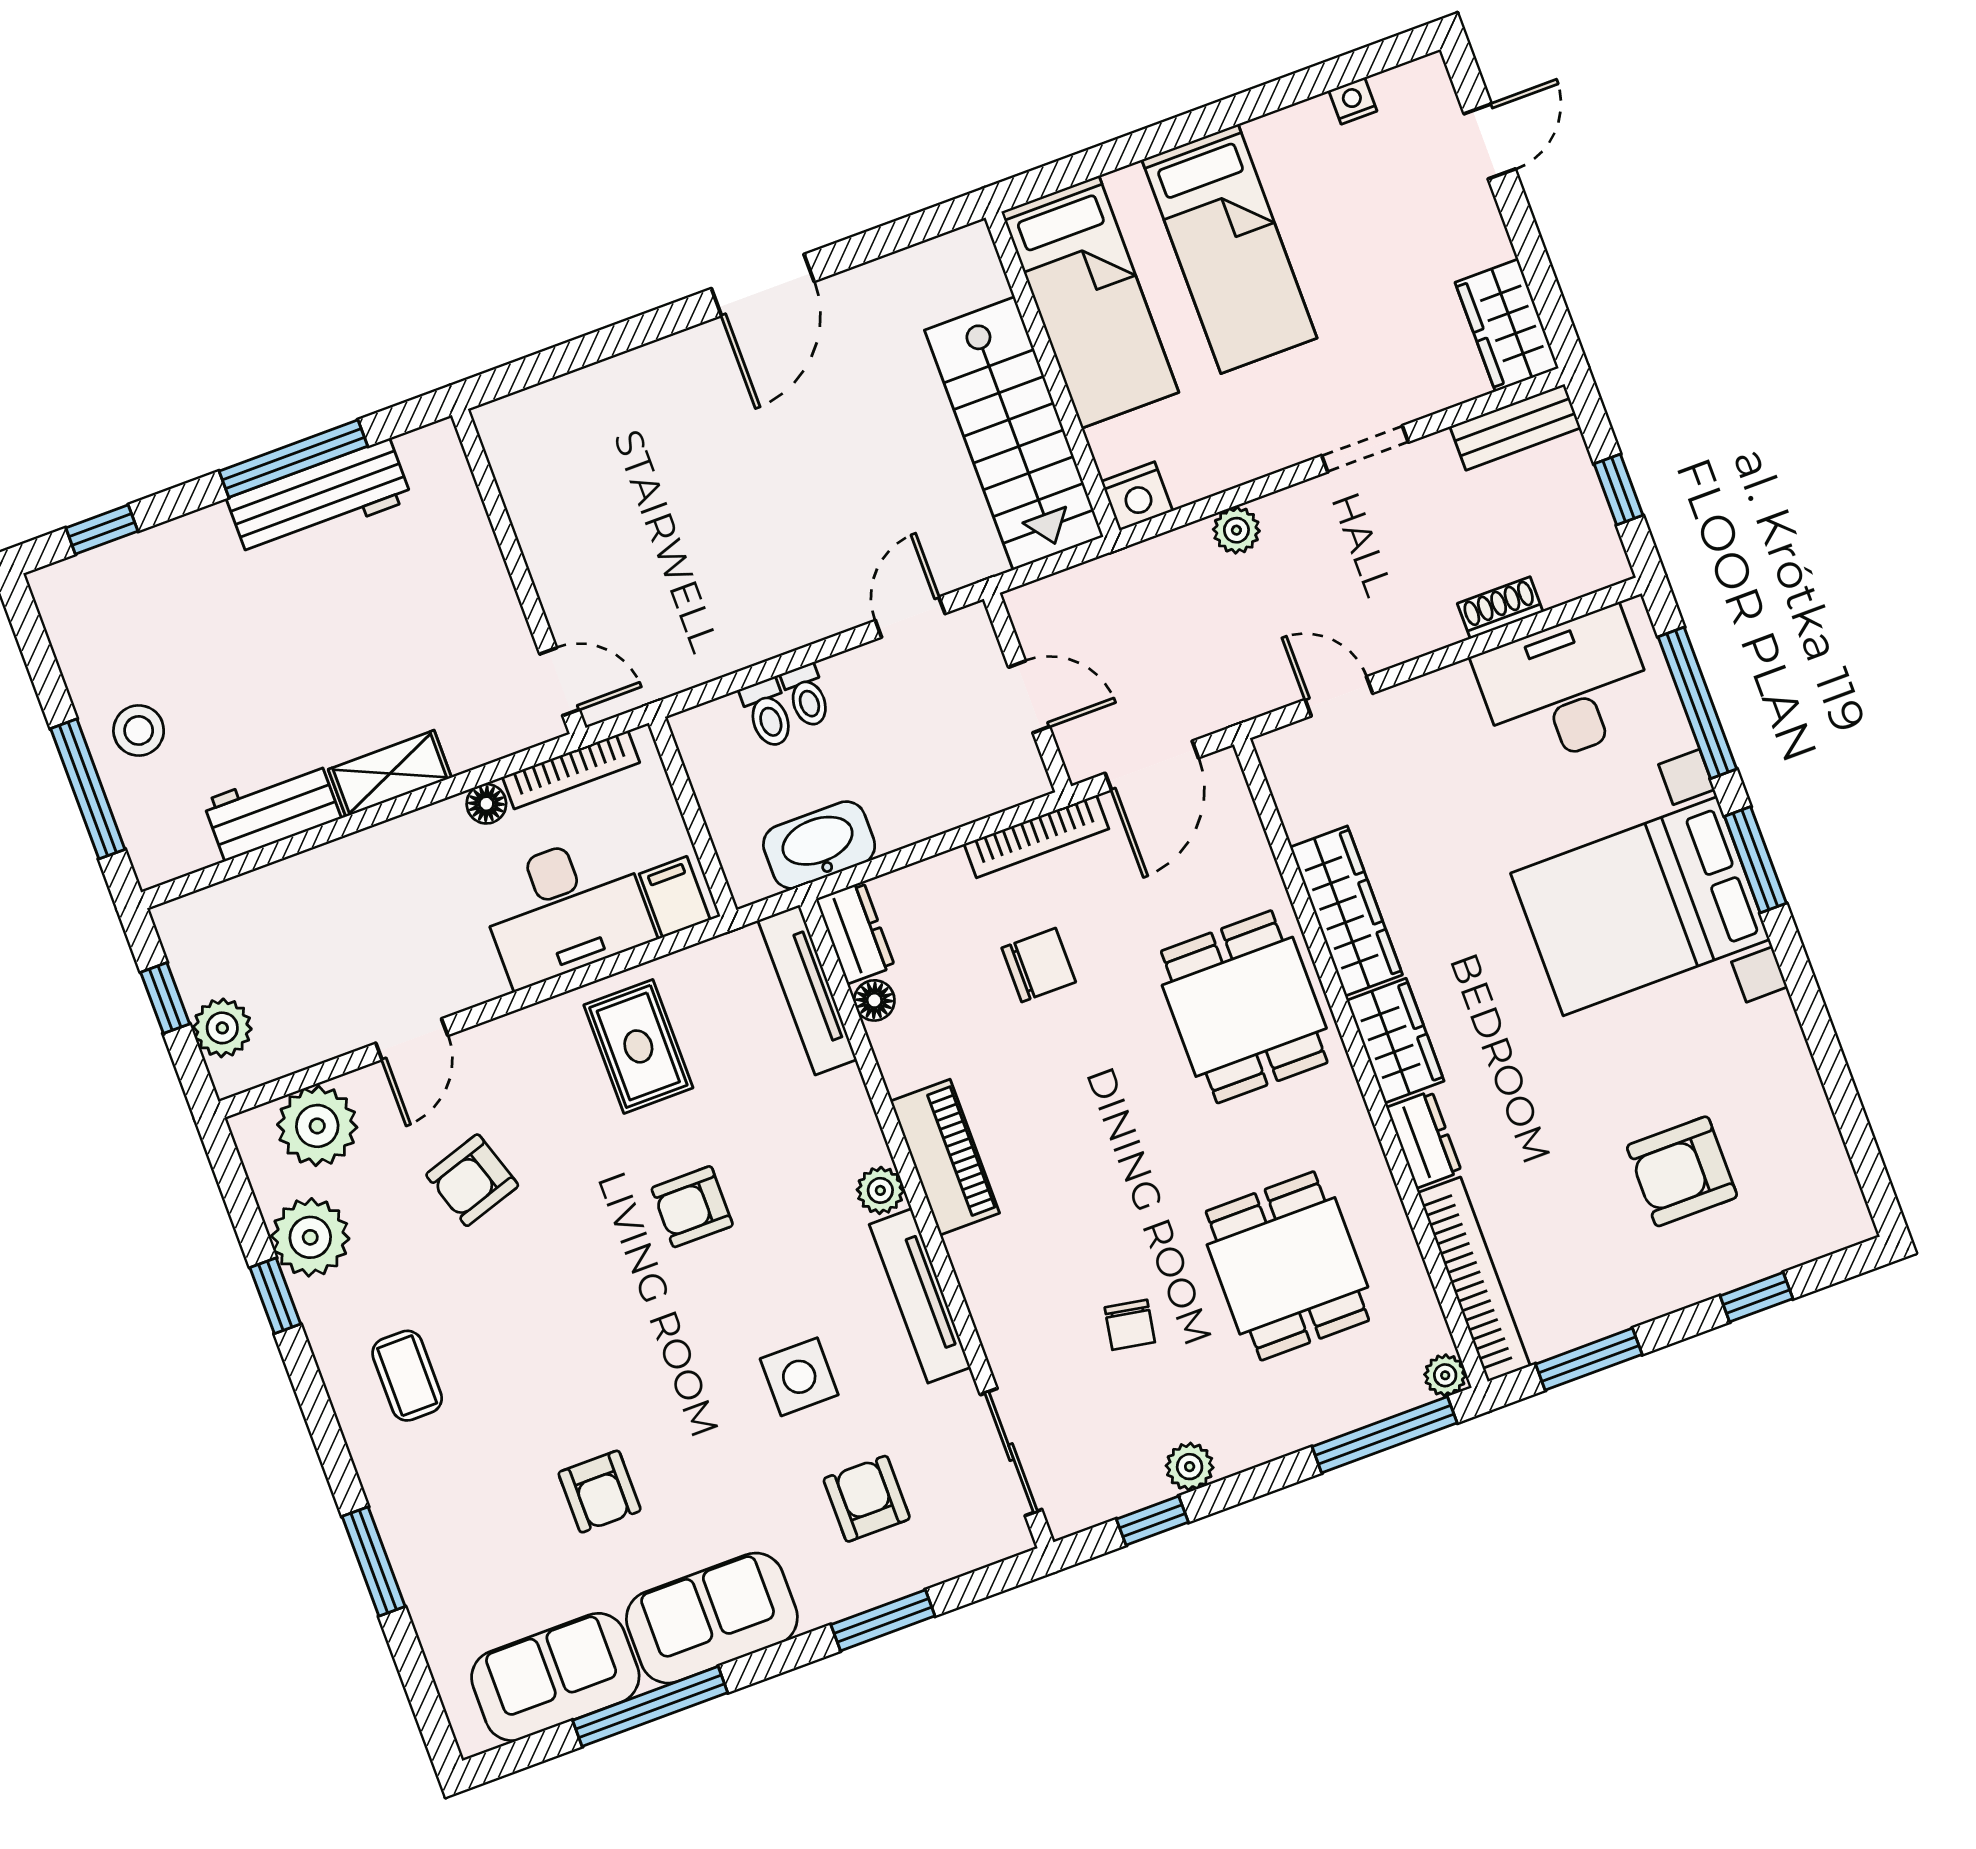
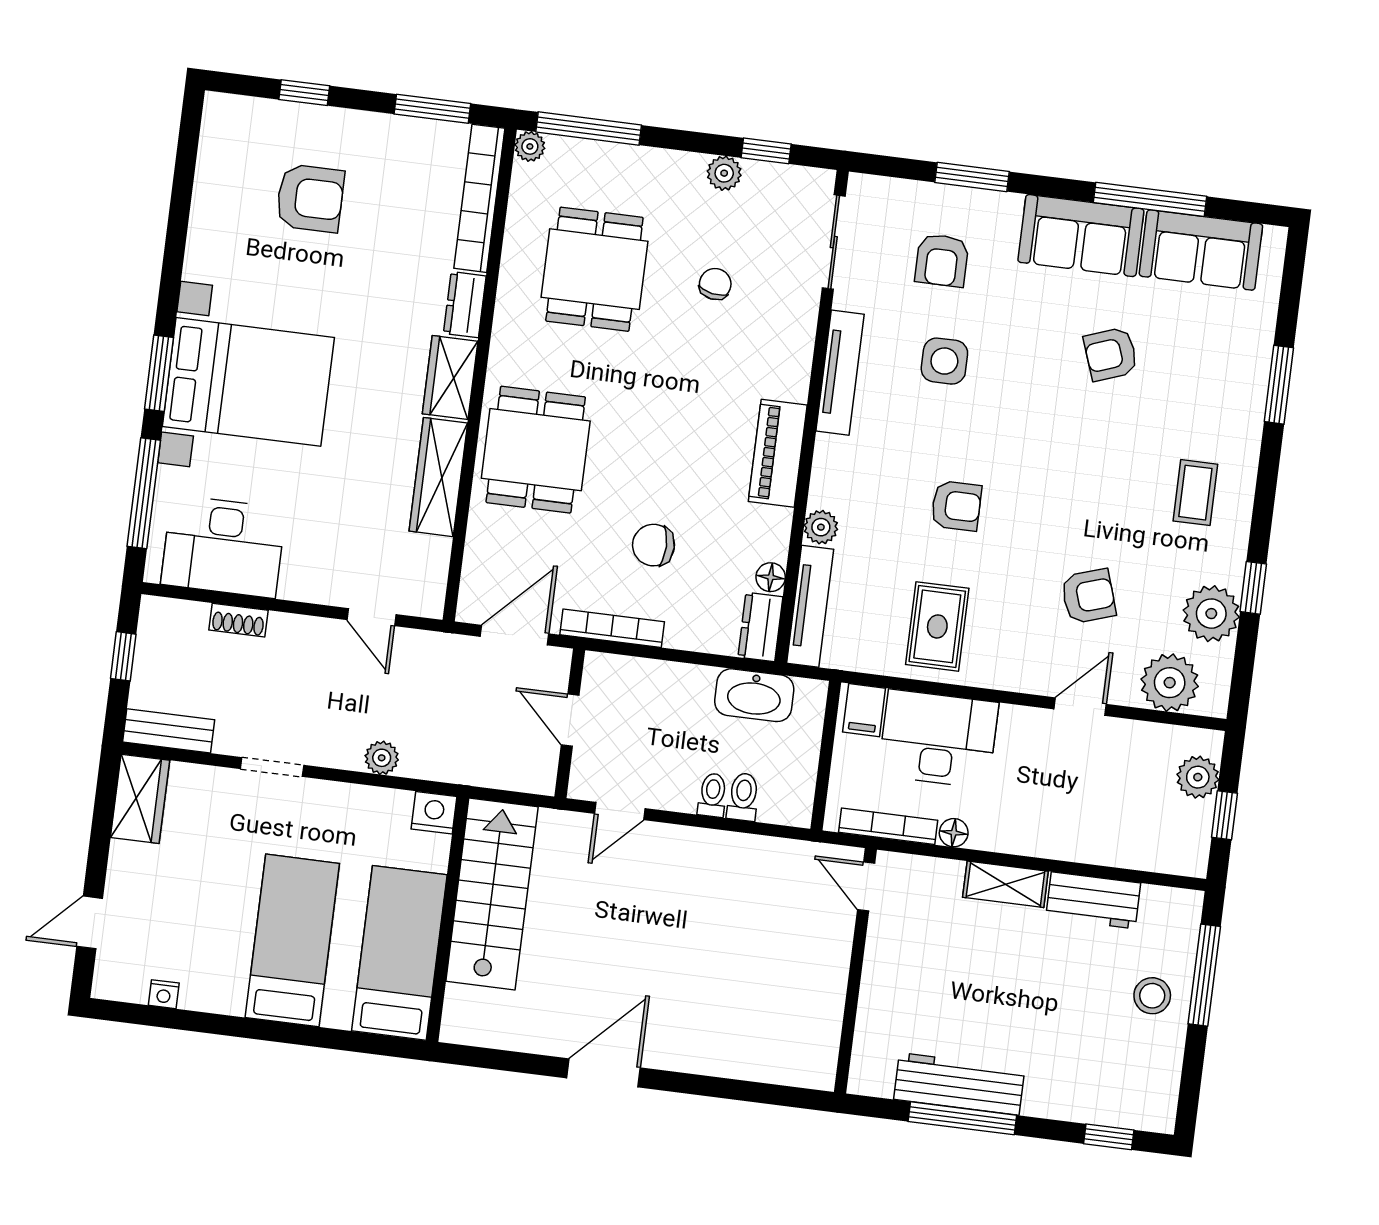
plant: (880, 1190) -> (821, 527), moved
armchair: (600, 1492) -> (1111, 354), turned -110

